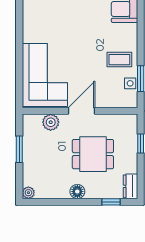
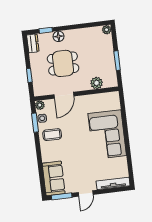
corner sofa: (45, 75) -> (107, 135), moved
plant: (131, 102) -> (40, 105), added
door: (82, 111) -> (64, 95), moved
floor lamp: (77, 192) -> (58, 36), moved

